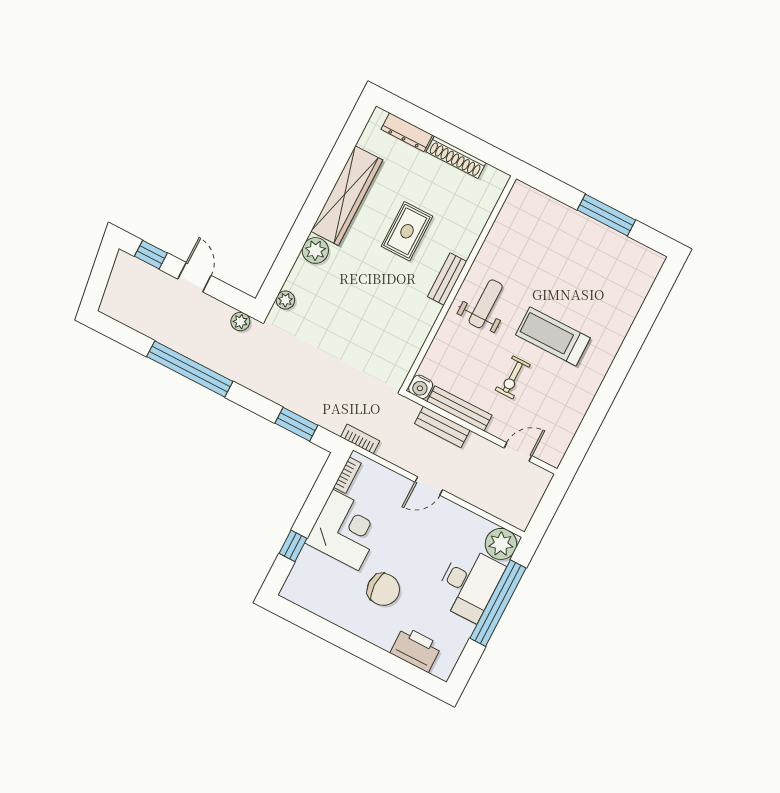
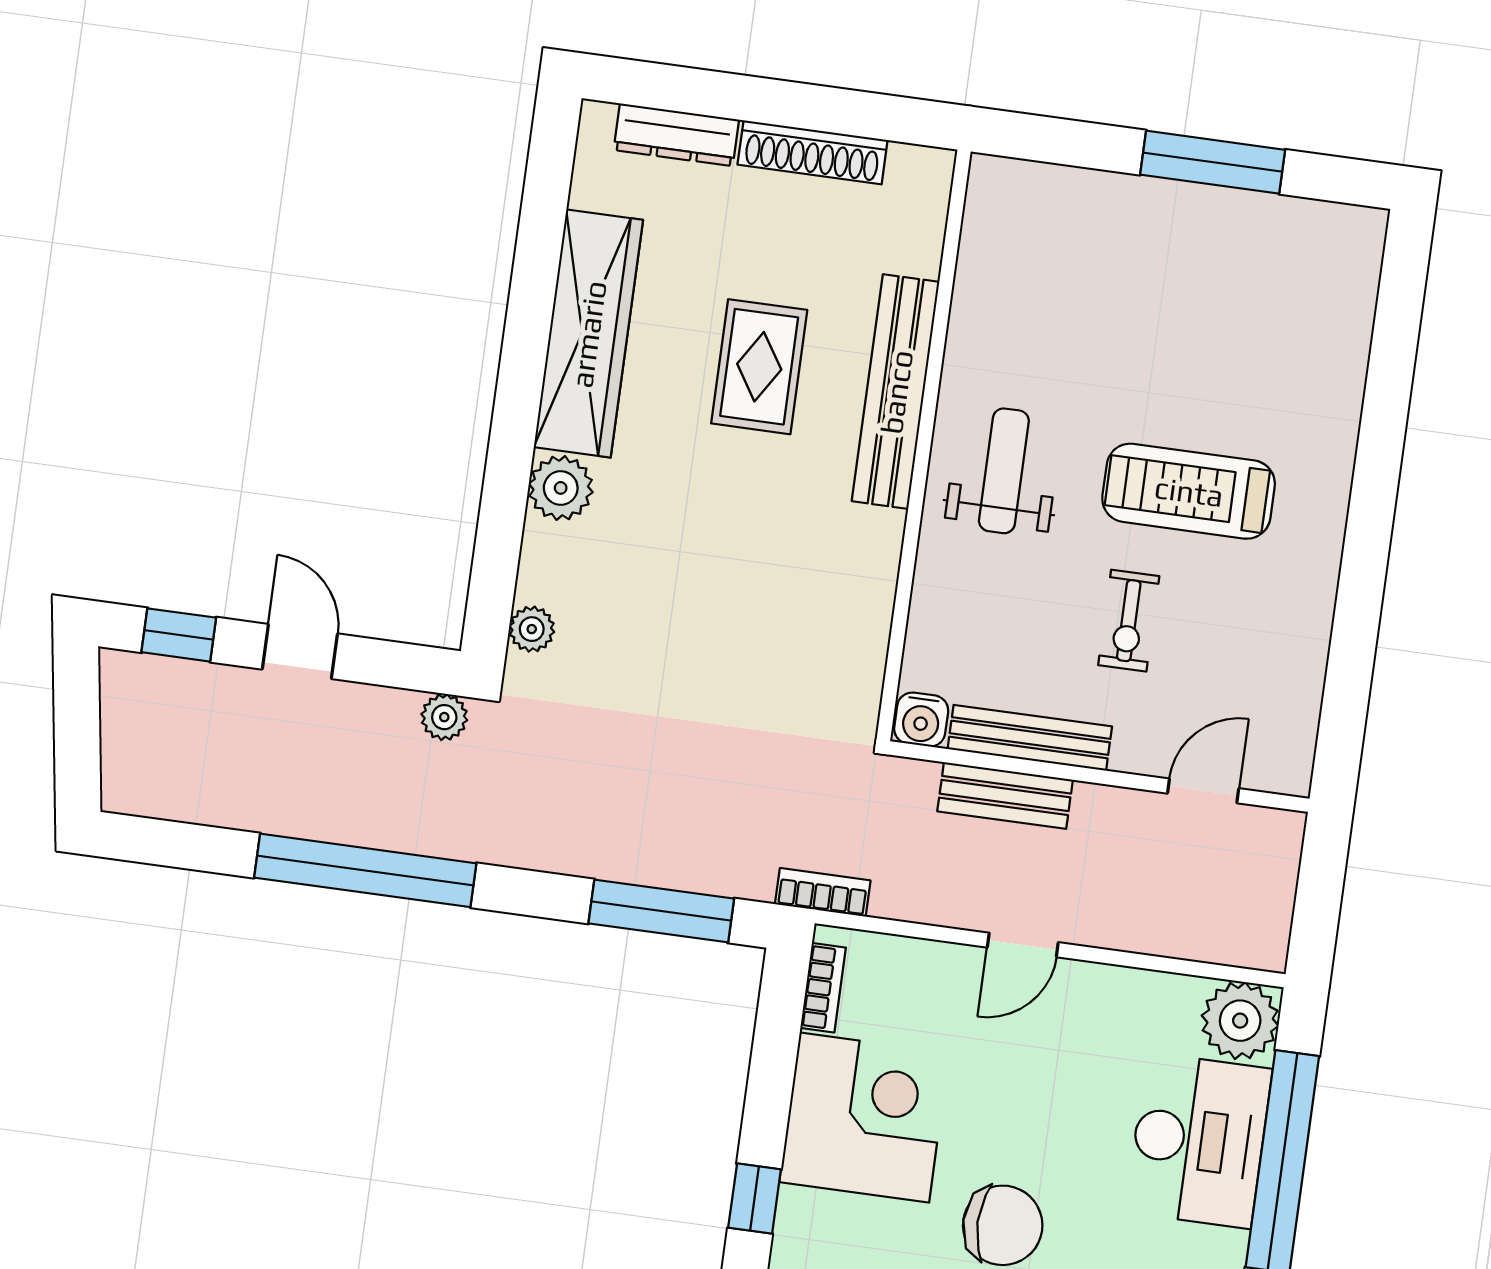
bench: (447, 279) -> (896, 392), width x1.86, depth x1.21
window: (296, 424) -> (661, 911), width x1.44

